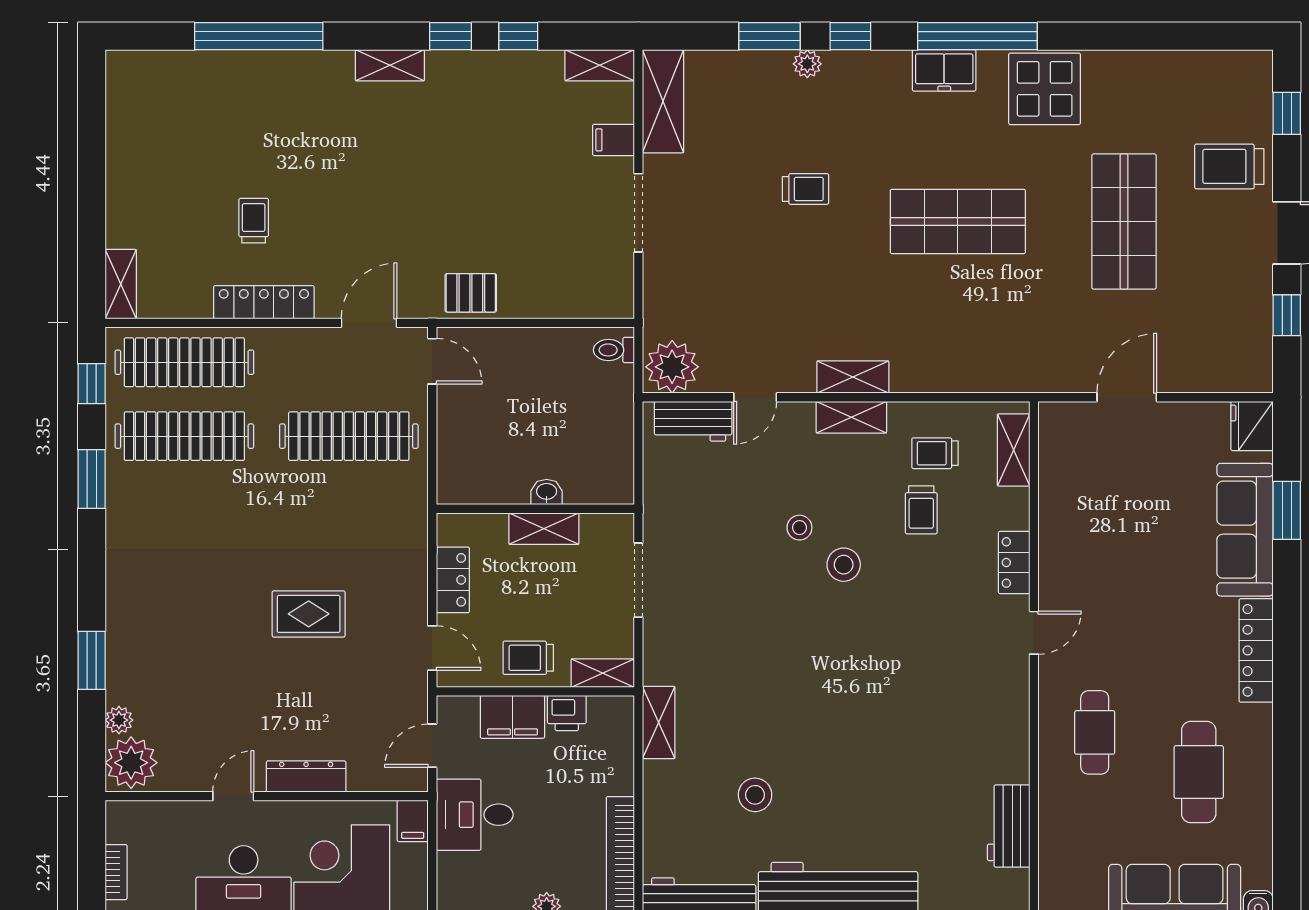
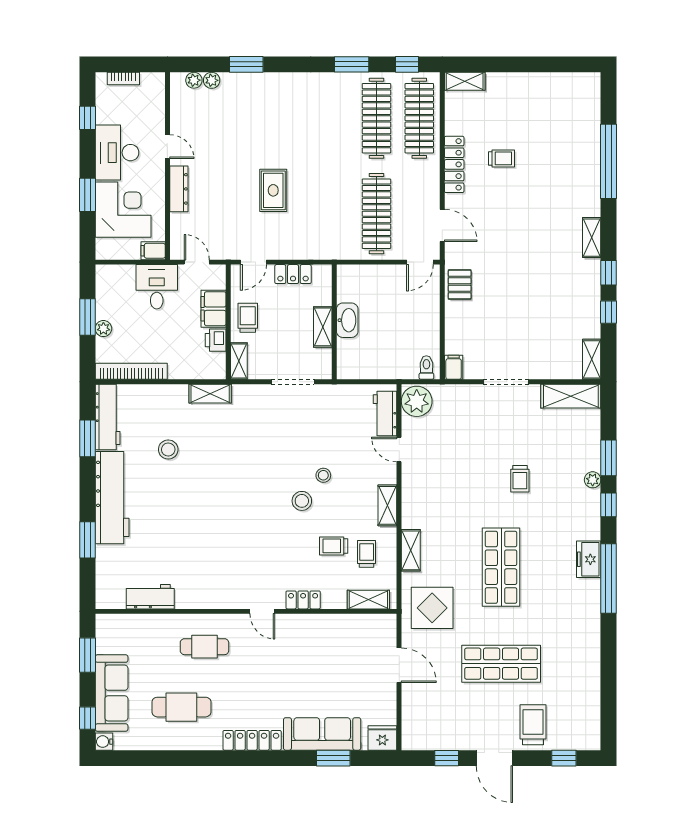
display table: (1045, 89) -> (432, 608), moved
filing cabinet: (614, 140) -> (454, 367), moved
shelving: (853, 377) -> (411, 550), moved
washbasin: (547, 492) -> (347, 320), width x1.91, depth x1.45
plant: (131, 763) -> (194, 80), width x0.53, depth x0.53

